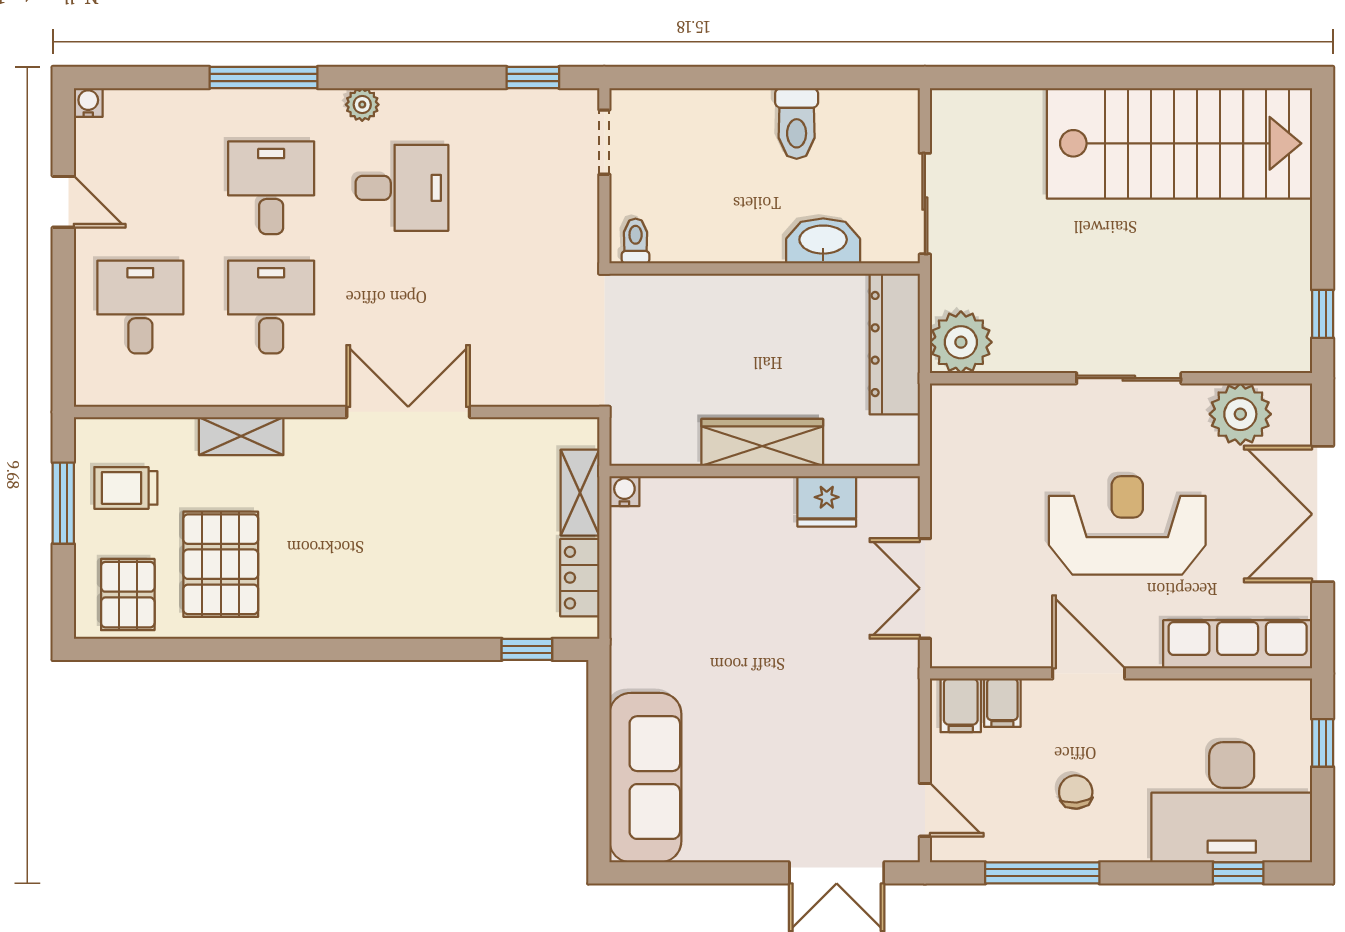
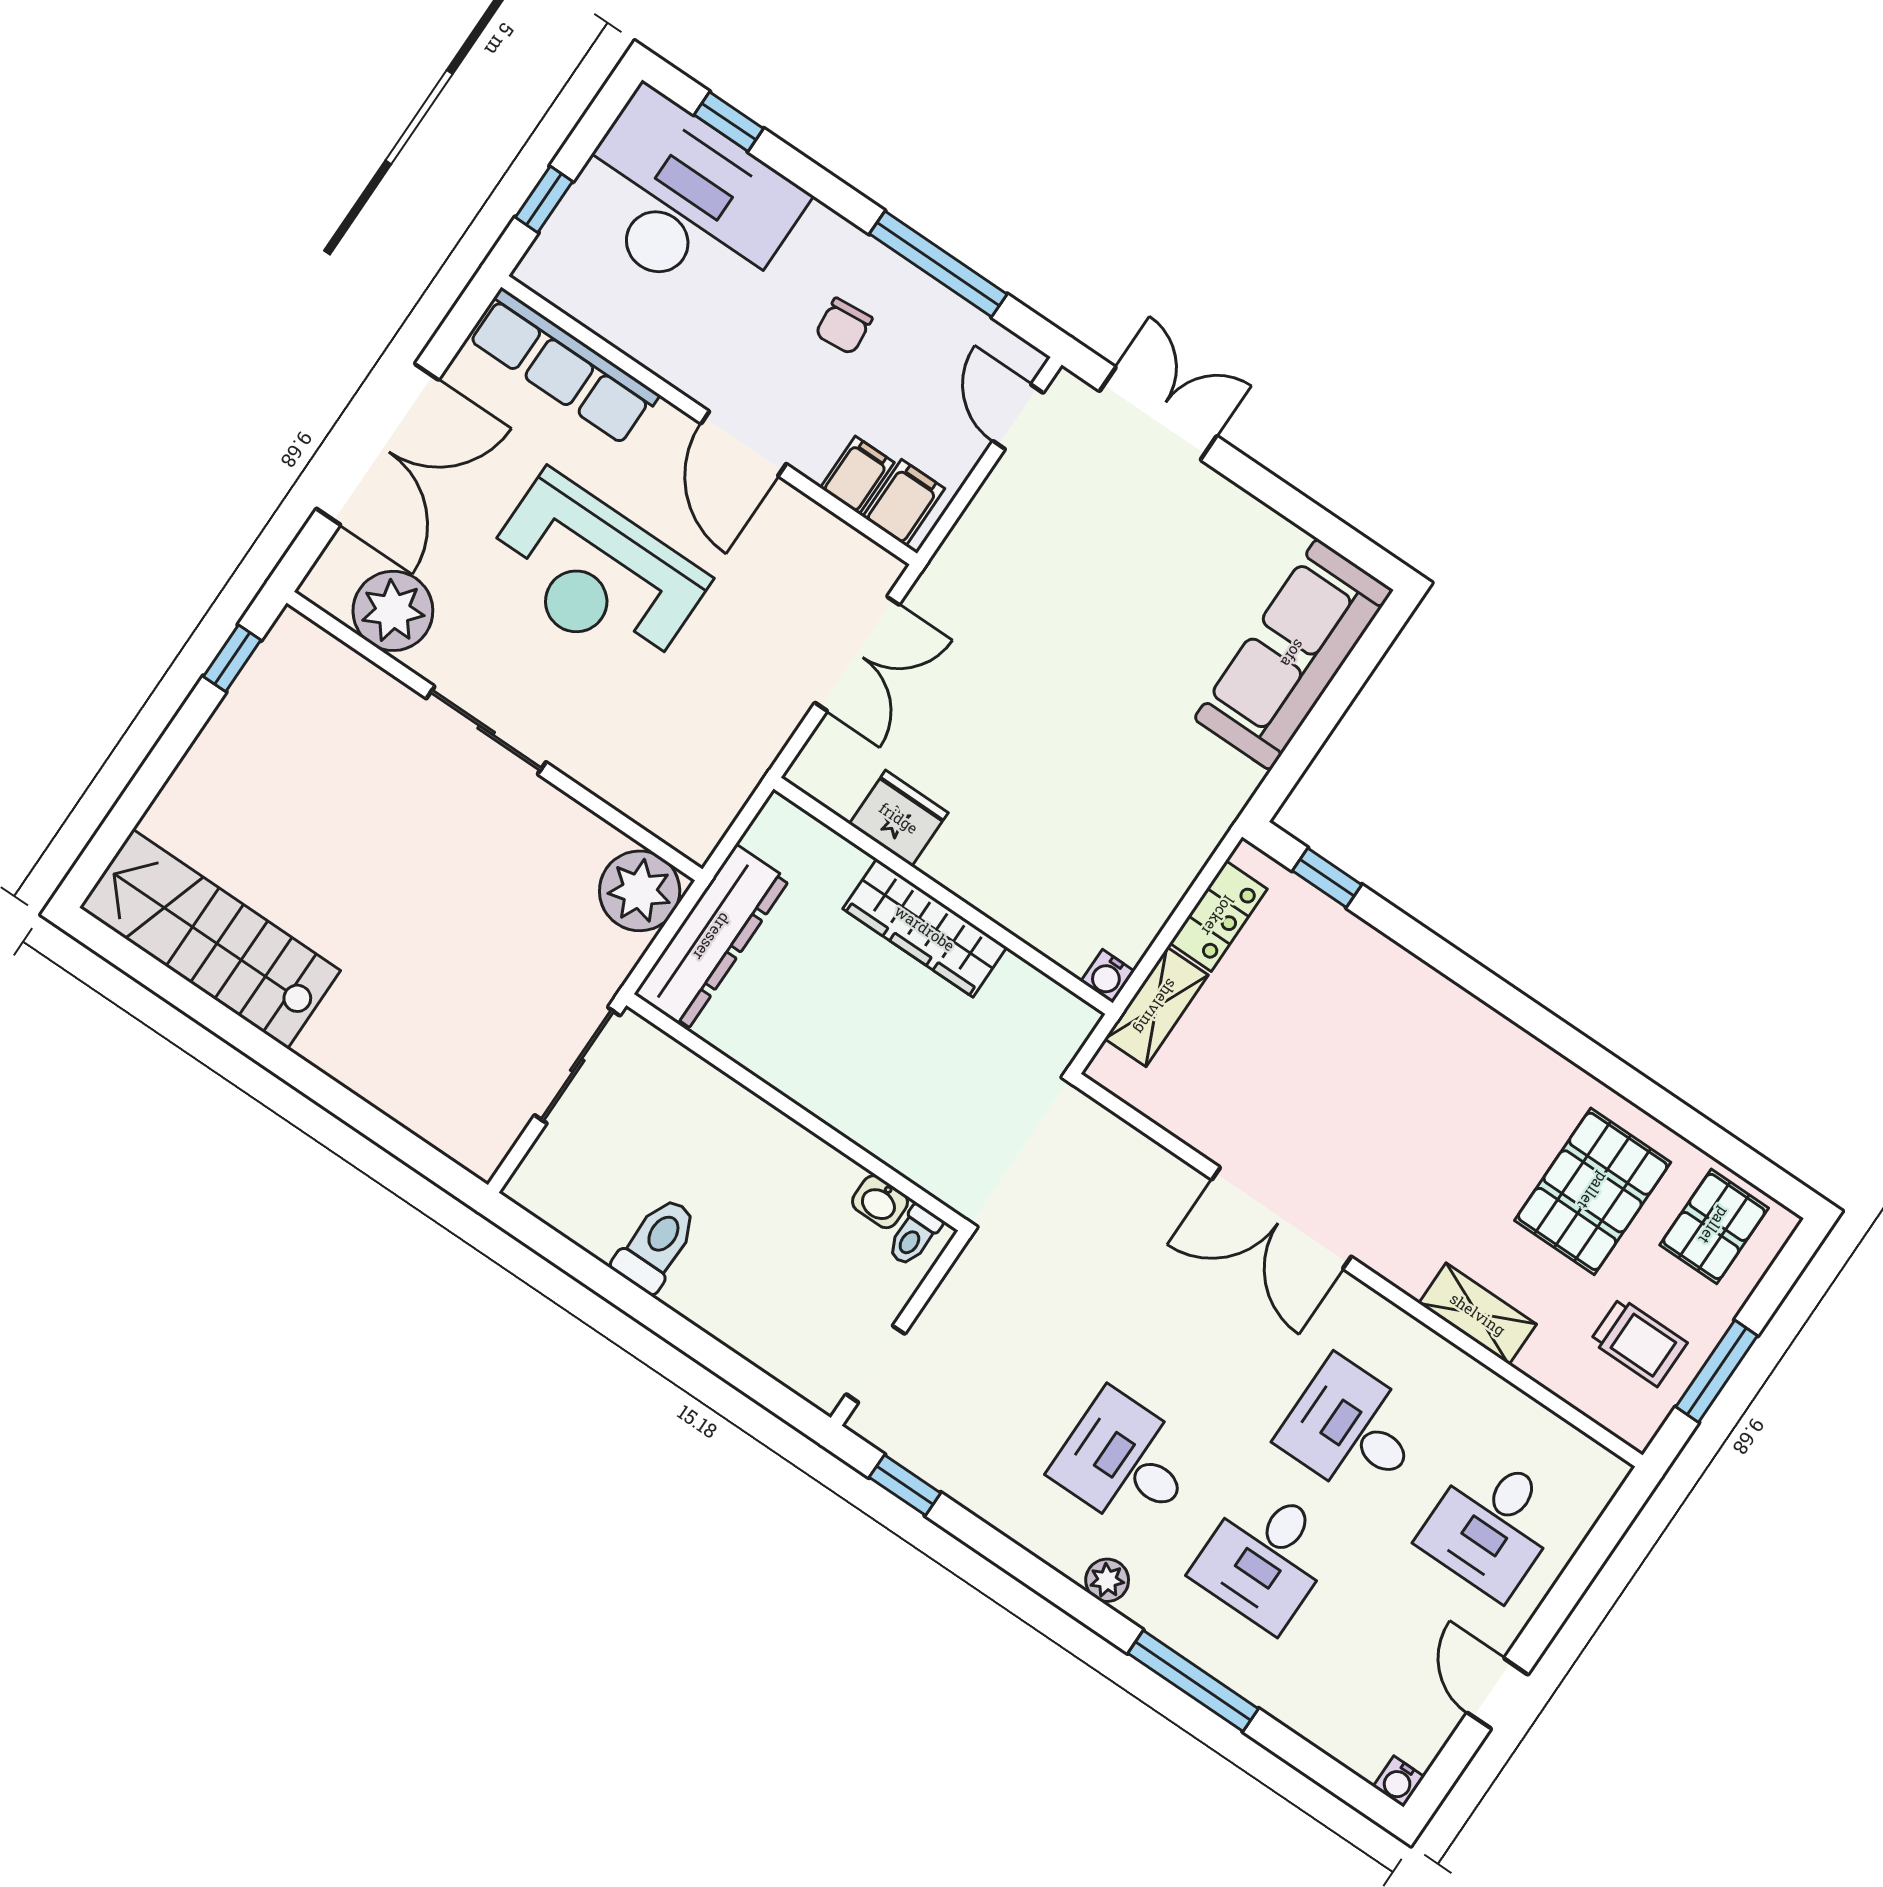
stairs: (1179, 143) -> (210, 939), width x0.73, depth x0.66
washbasin: (823, 241) -> (880, 1202), moved, width x0.52, depth x0.69
desk: (271, 307) -> (1352, 1430), turned 90

